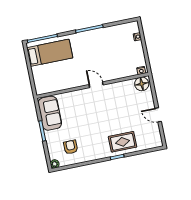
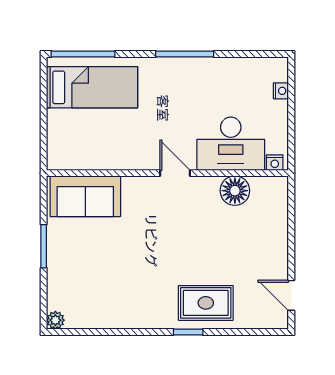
desk: (119, 66) -> (231, 144), added
floor lamp: (142, 84) -> (235, 191), moved
sofa: (50, 113) -> (85, 196), moved, turned 90
door: (158, 115) -> (291, 295), moved
armchair: (71, 147) -> (96, 292), removed

